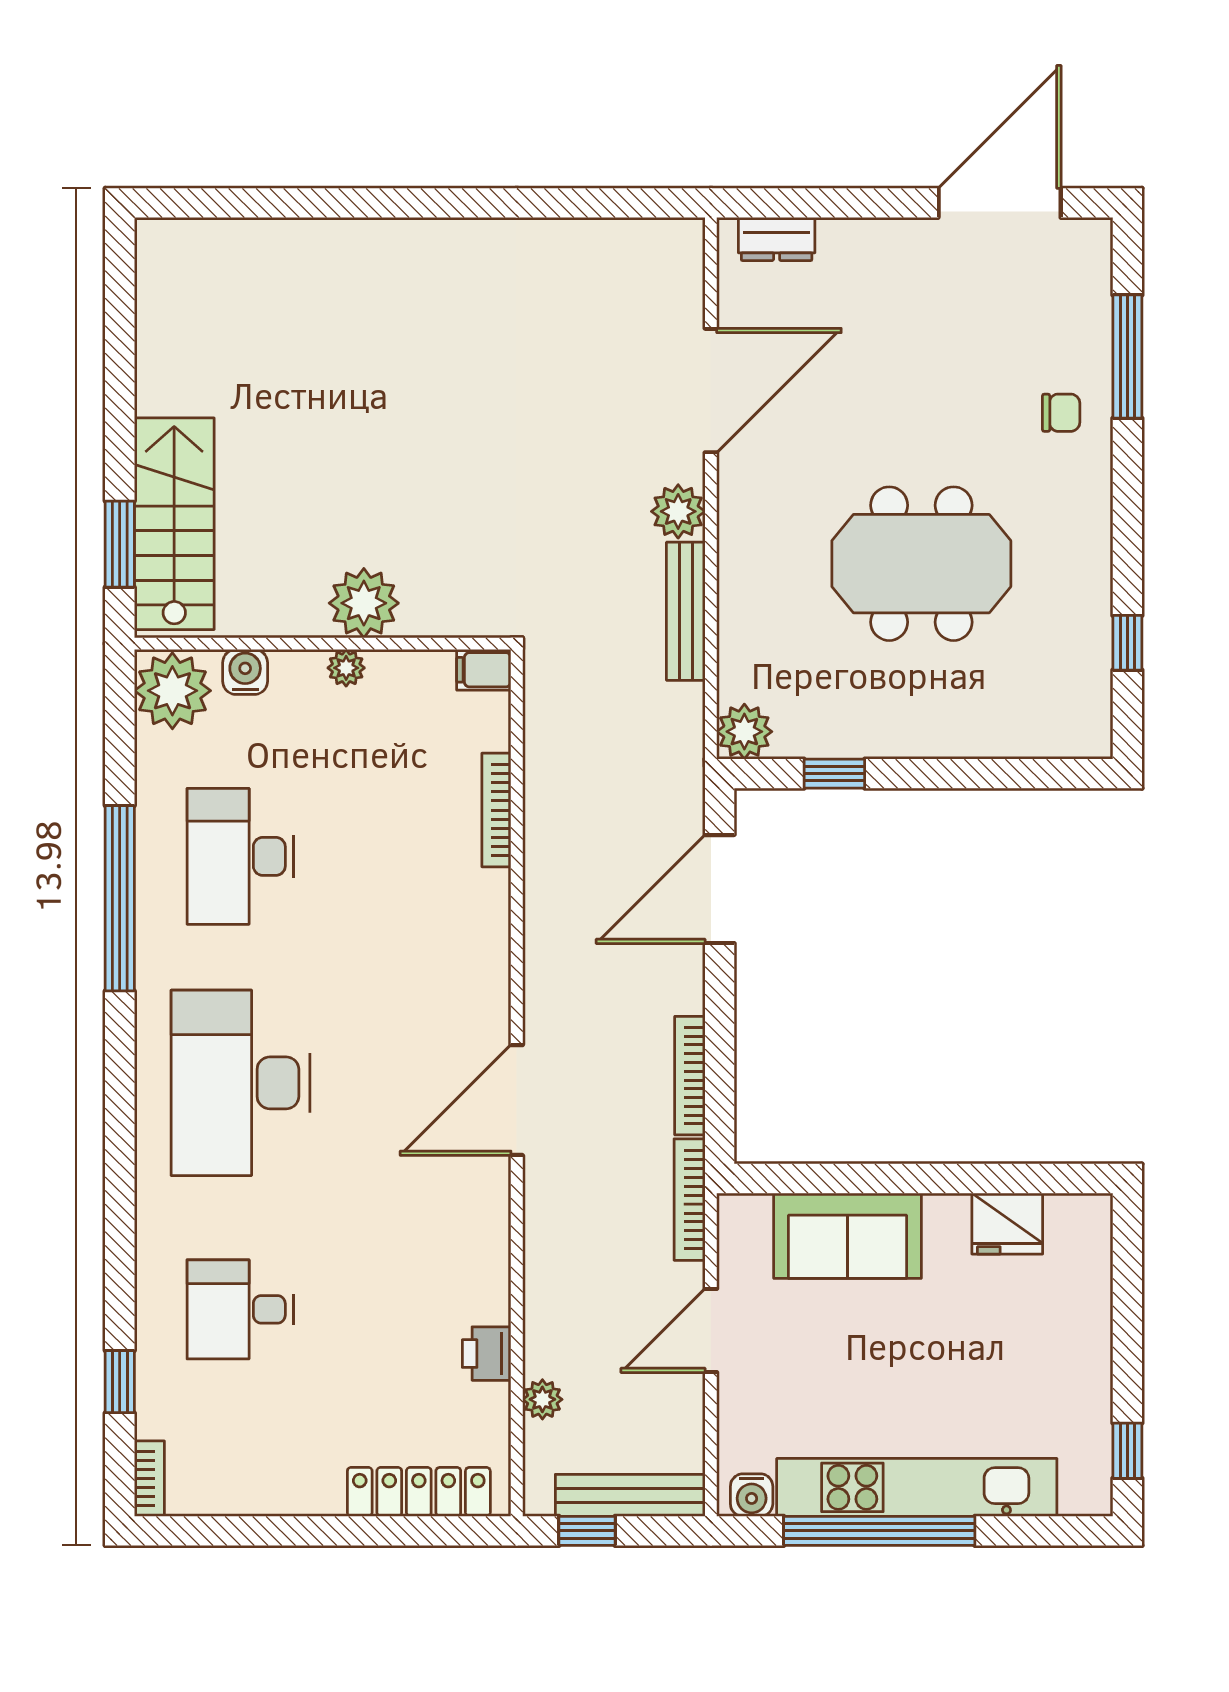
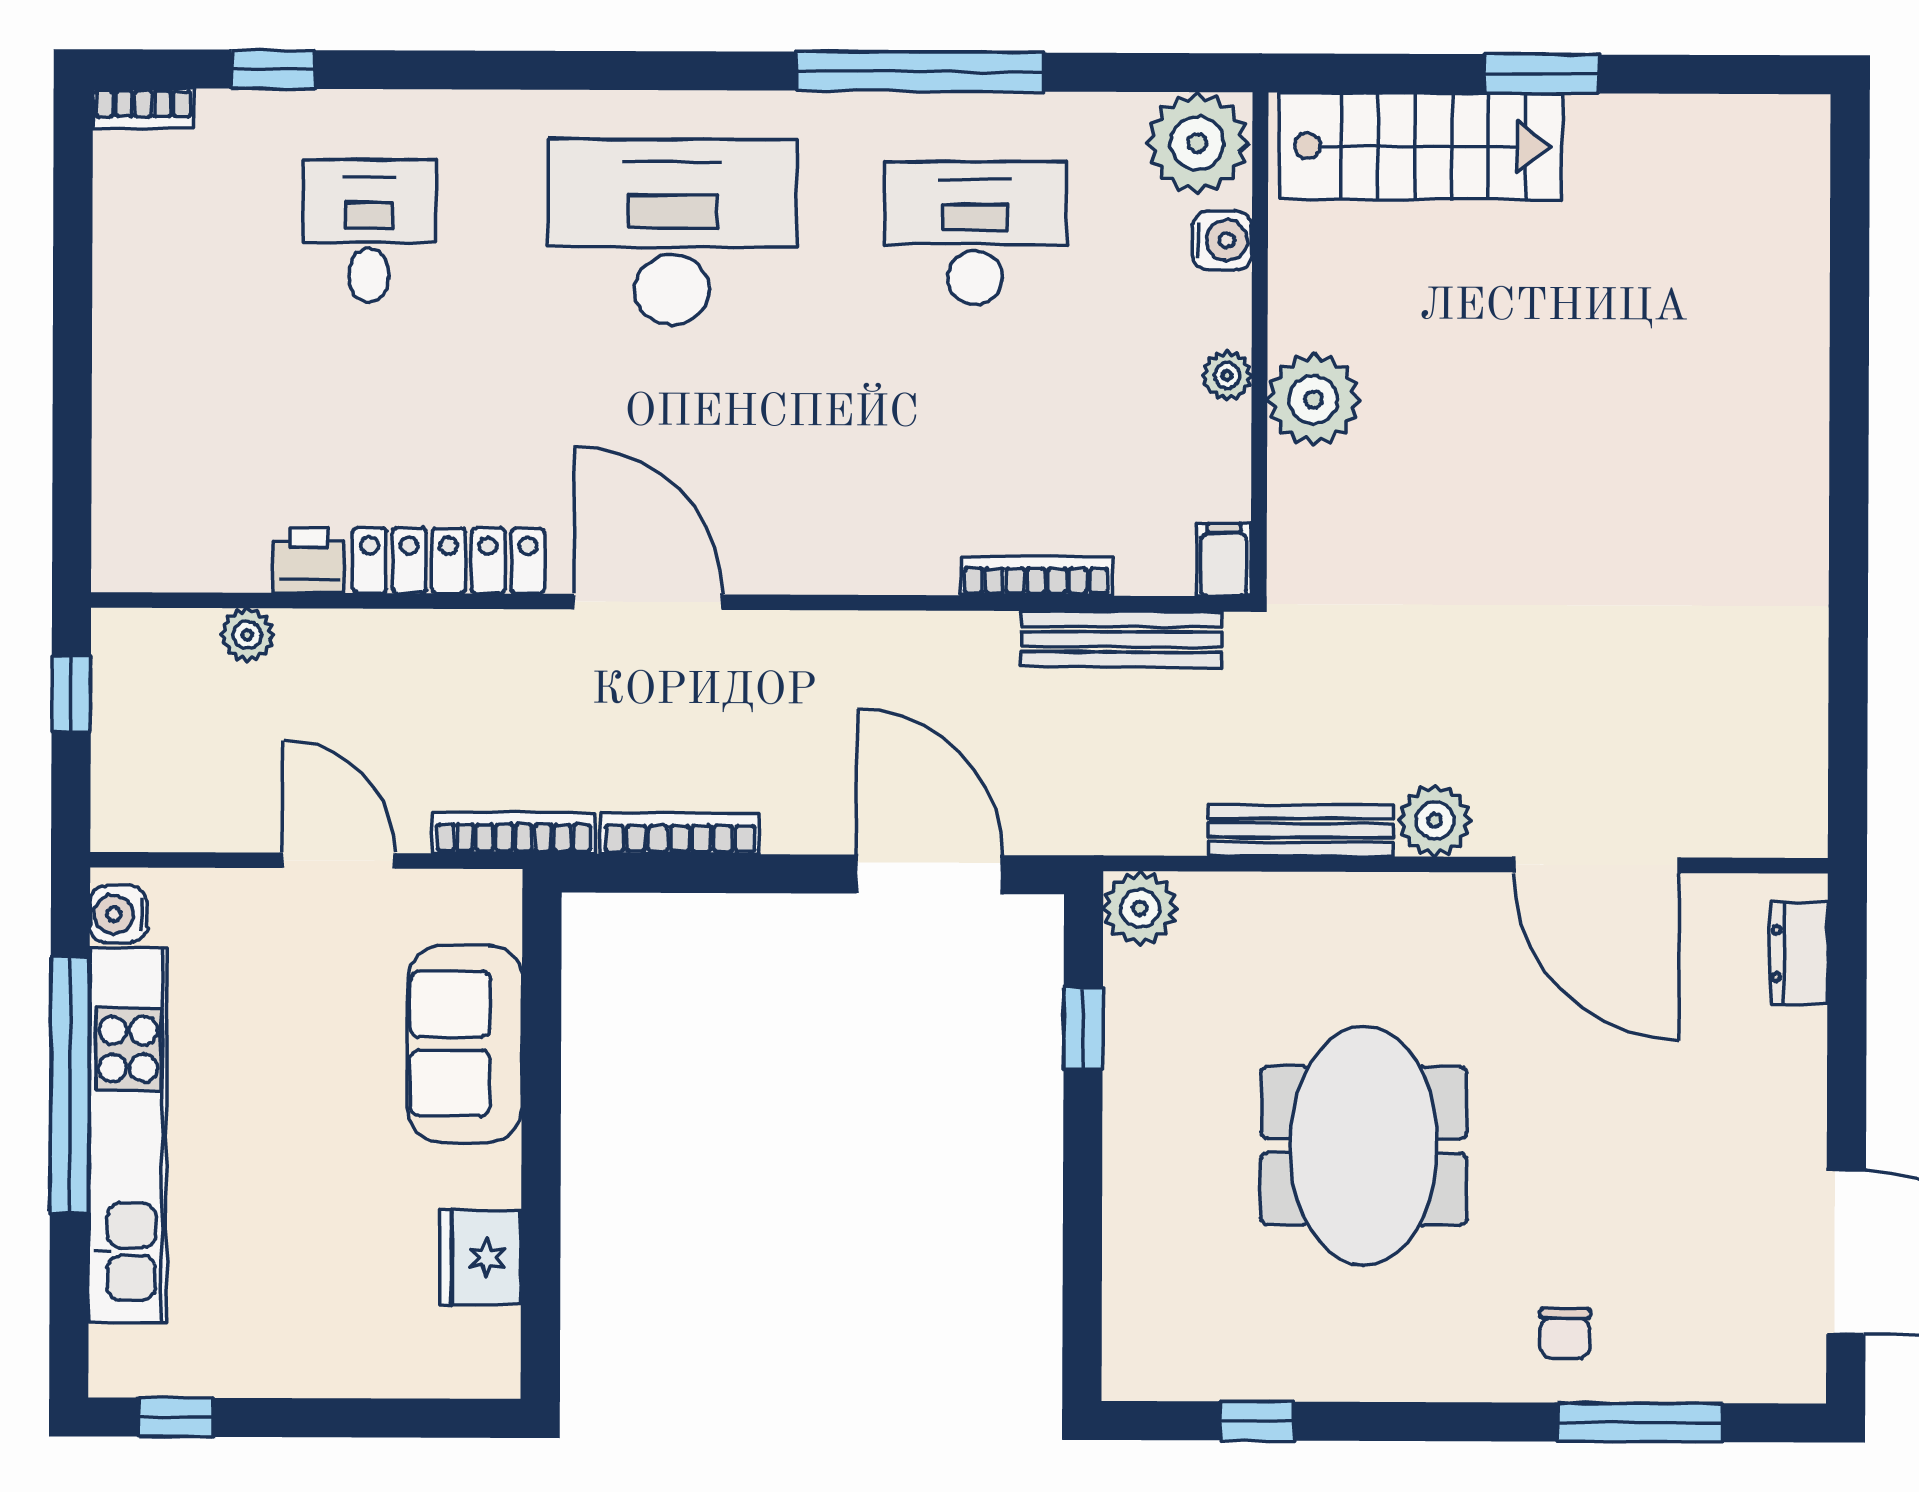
window: (120, 544) -> (1542, 74), moved
locker: (419, 1492) -> (449, 561), moved, turned -90
bench: (630, 1495) -> (1121, 639), moved, turned 90

